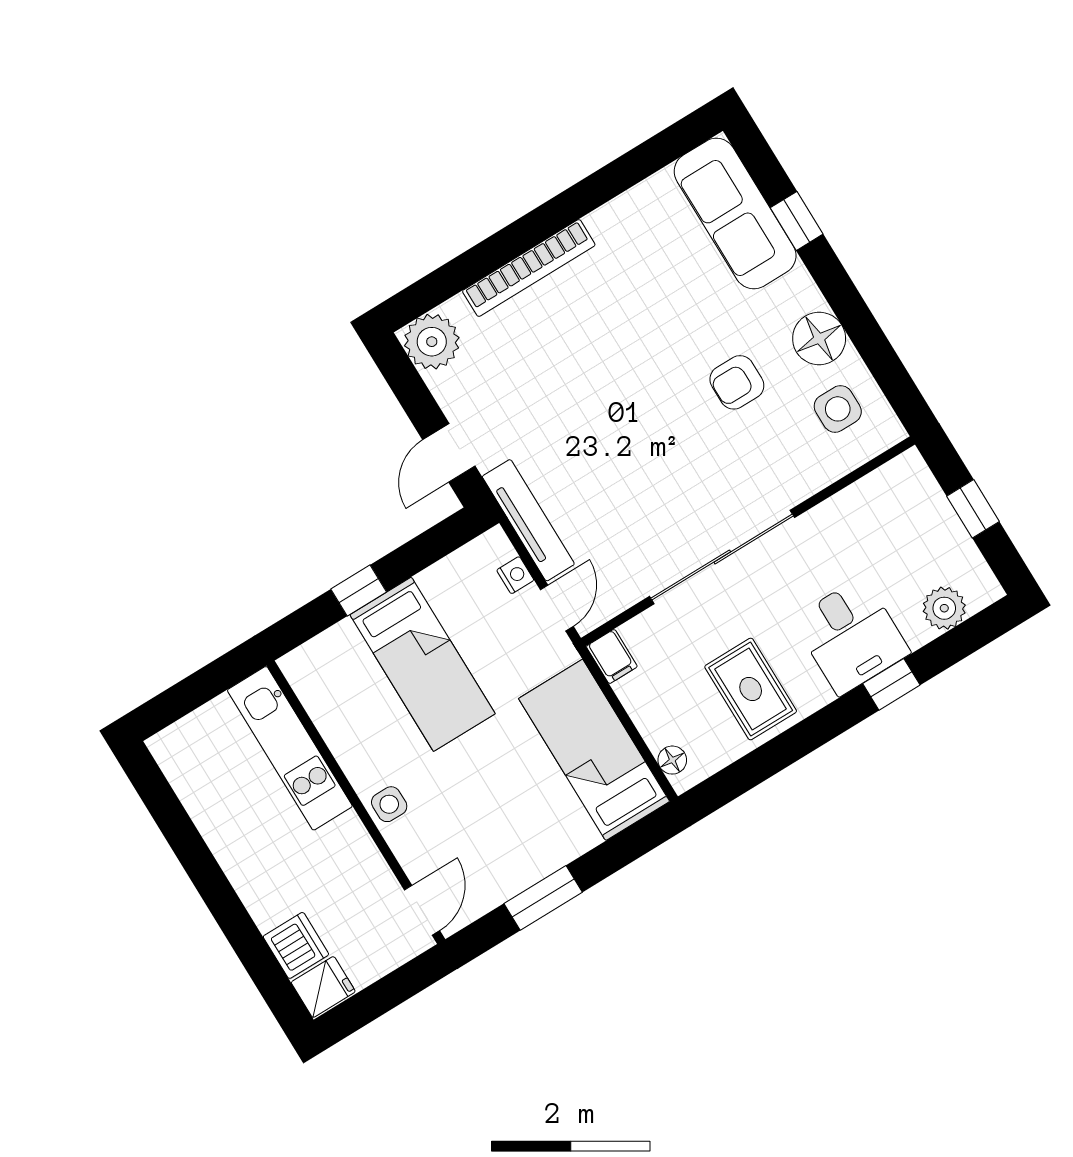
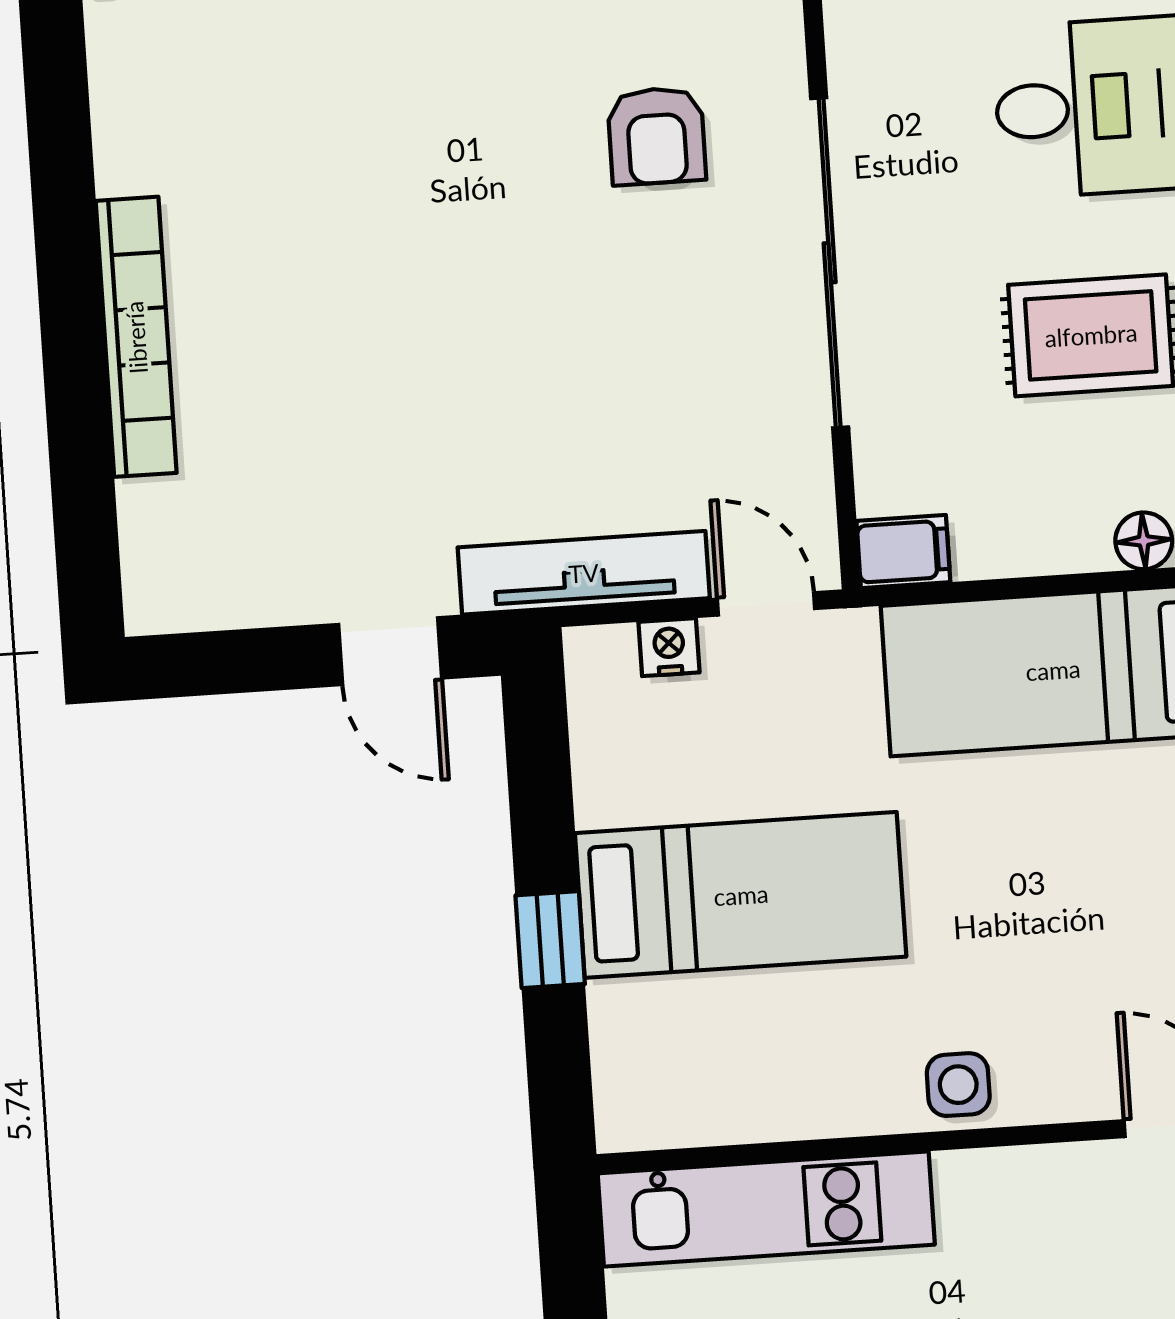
plant: (432, 342) -> (177, 578), removed
armchair: (737, 382) -> (657, 136), moved

